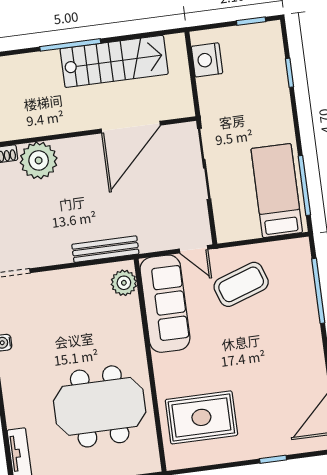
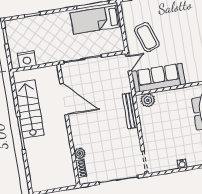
plant: (39, 160) -> (80, 153), width x0.53, depth x0.53

